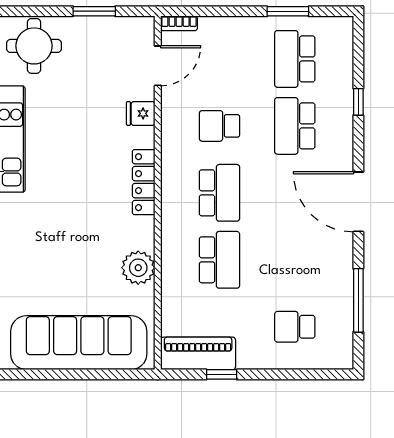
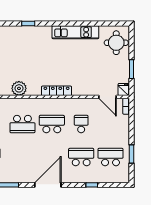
fridge: (141, 113) -> (123, 89), moved
school desk: (219, 193) -> (52, 124), turned 180

